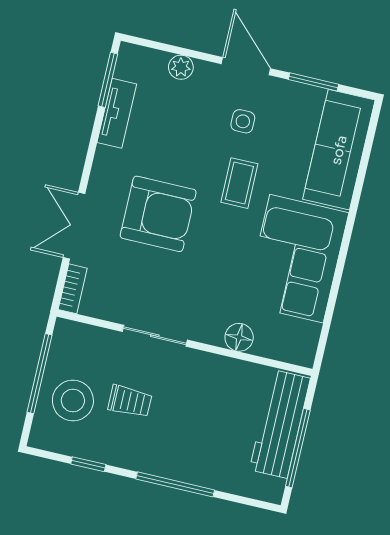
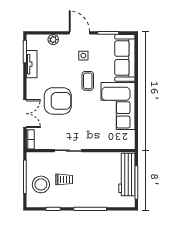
double door: (74, 226) -> (25, 114), swing flipped
floor lamp: (239, 337) -> (102, 143), removed

